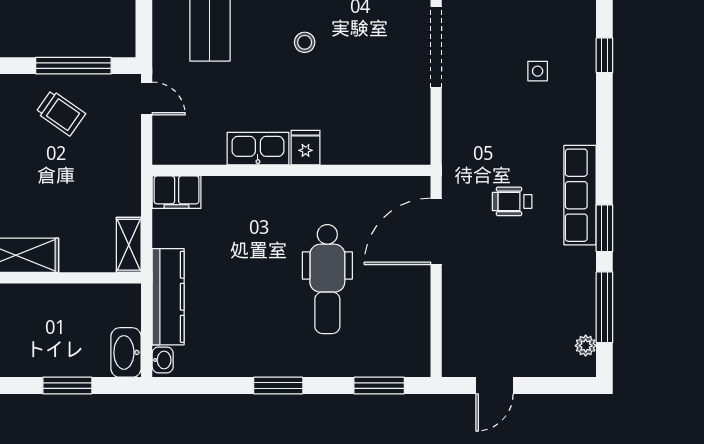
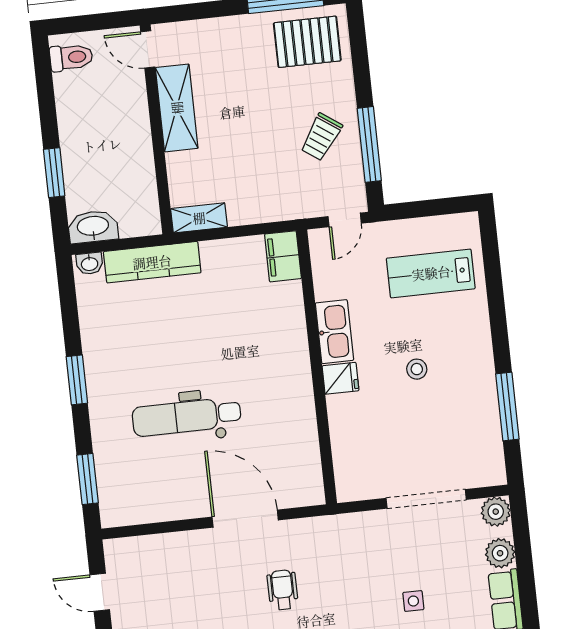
fridge: (306, 148) -> (340, 378), moved
kitchen sink: (258, 149) -> (334, 332), moved
wall: (291, 170) -> (317, 367), moved
filing cabinet: (177, 192) -> (283, 256), moved

